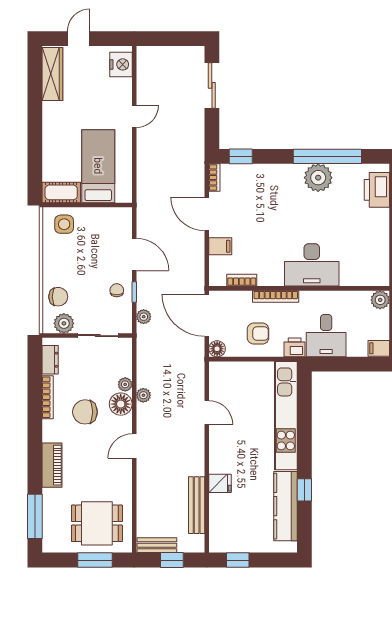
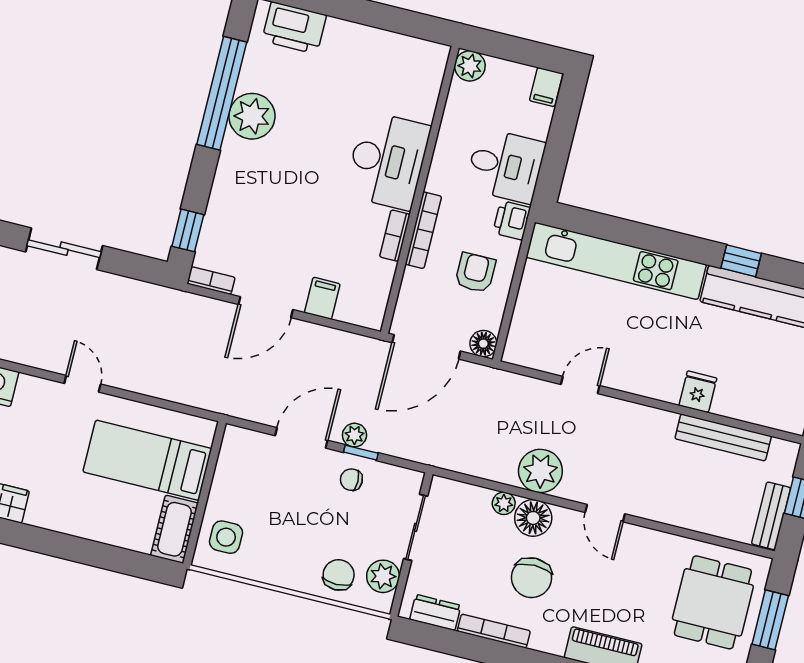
bookcase: (242, 280) -> (395, 236), moved
plant: (144, 317) -> (354, 435), moved
plant: (143, 395) -> (540, 471), width x1.88, depth x1.88

